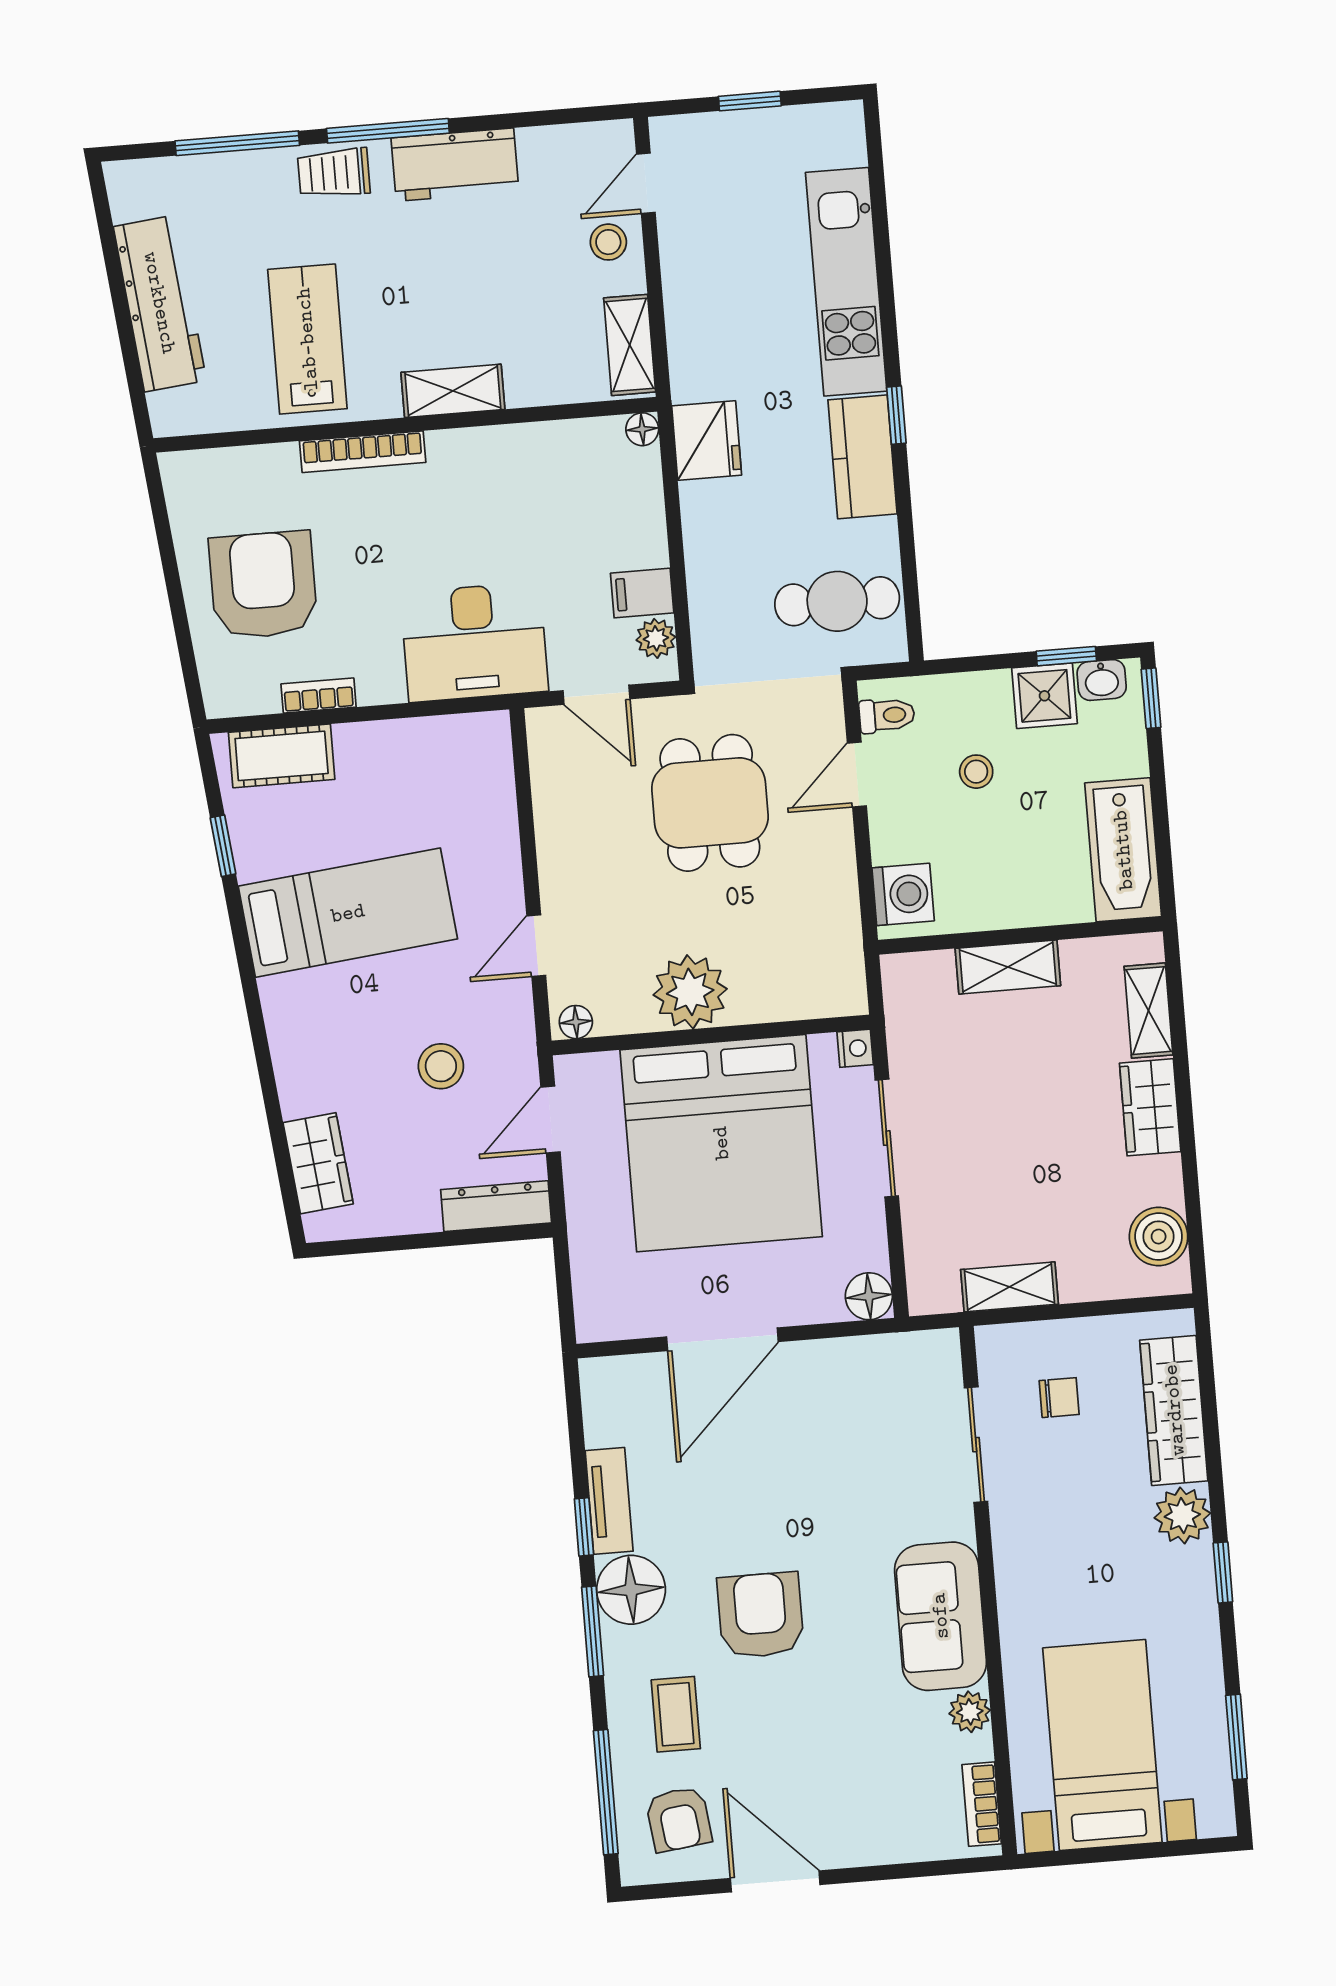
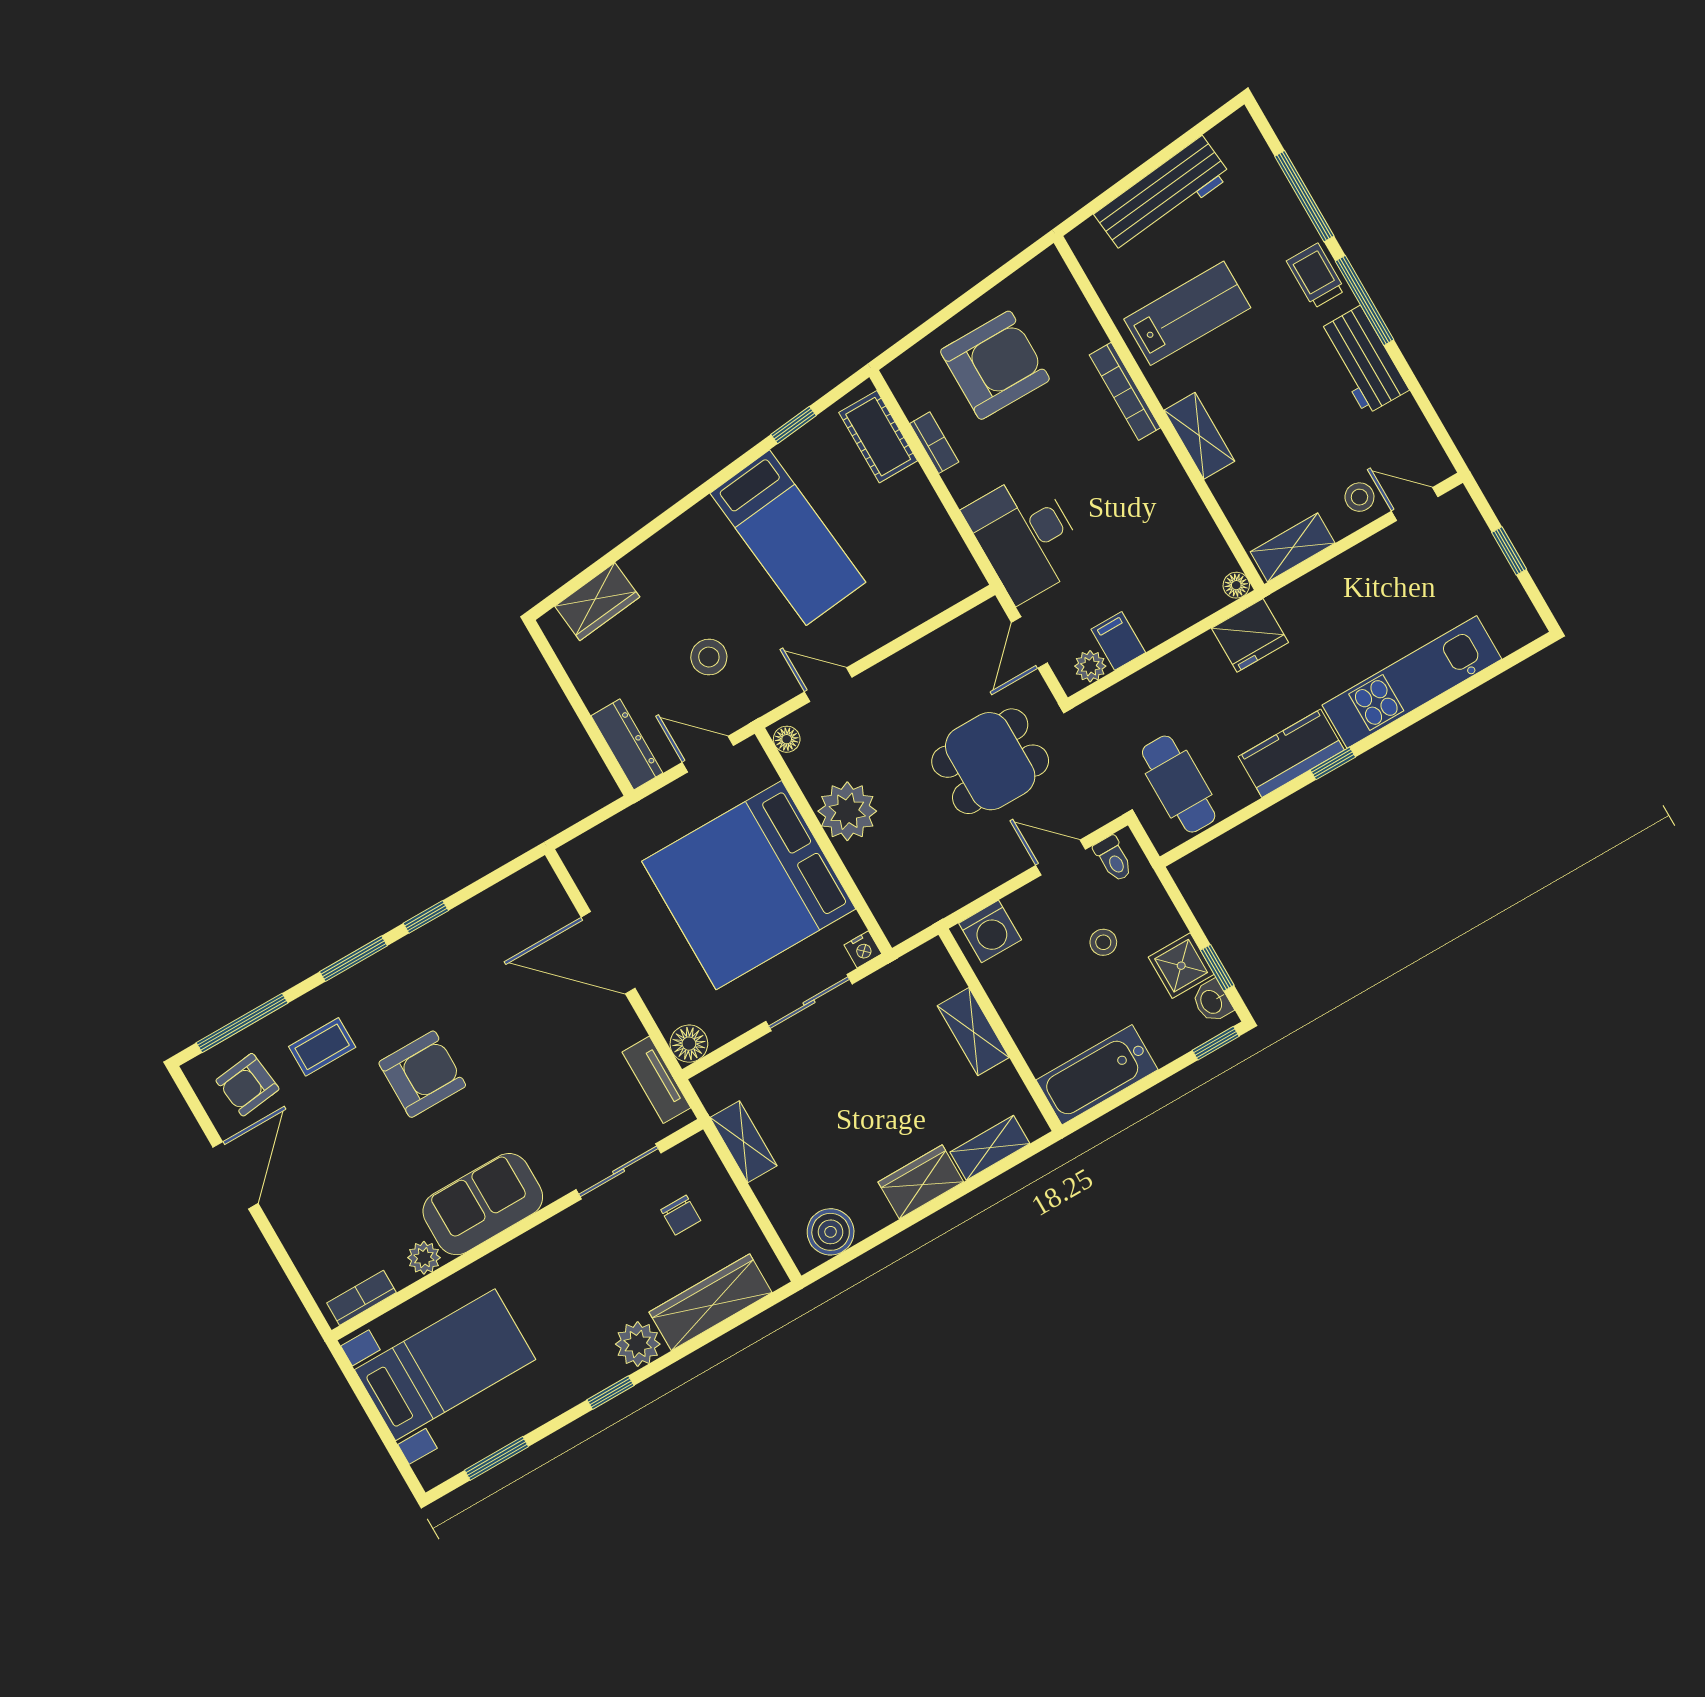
tv unit: (609, 1501) -> (656, 1080), moved, turned 90
floor lamp: (631, 1590) -> (397, 972), removed

